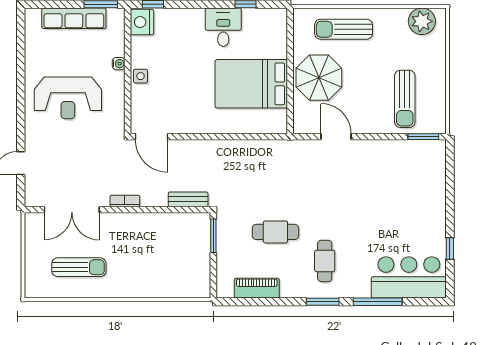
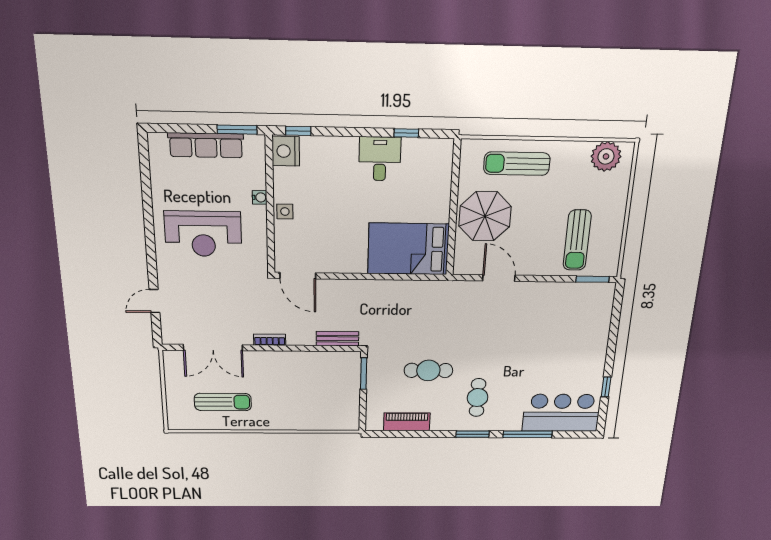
bed: (251, 84) -> (408, 249), moved

